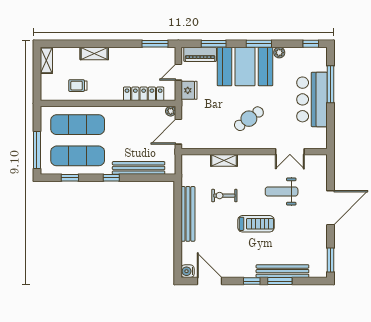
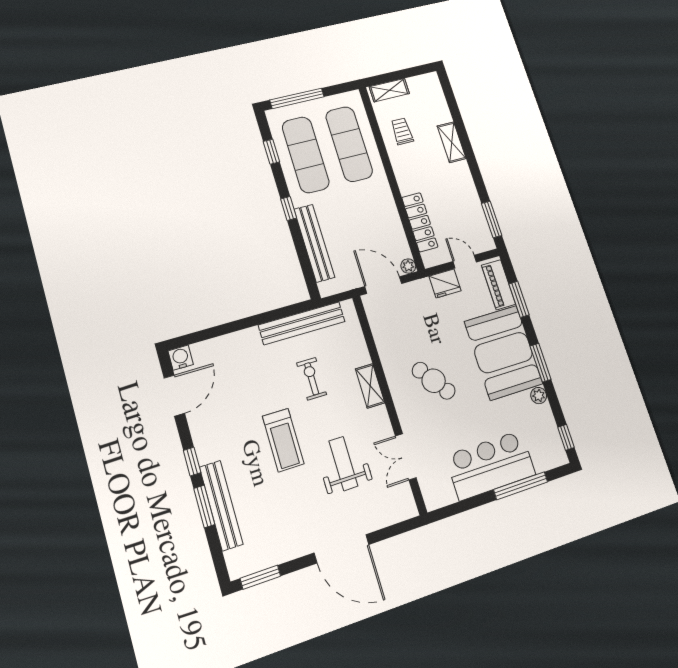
shelving: (46, 60) -> (389, 90), moved
shelving: (224, 160) -> (370, 386), moved
bench: (188, 214) -> (302, 323), moved

